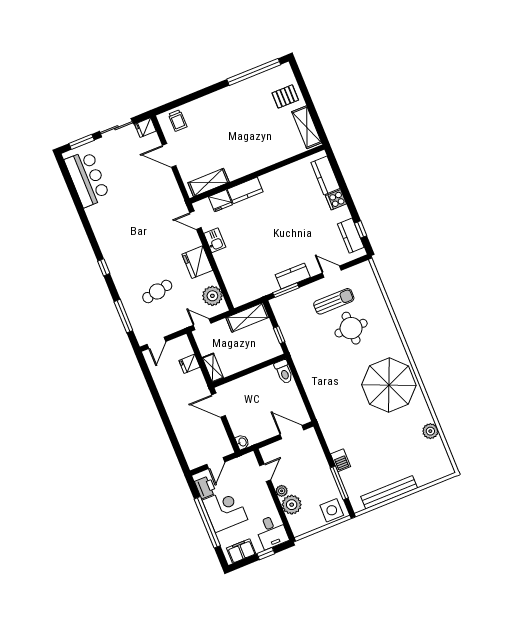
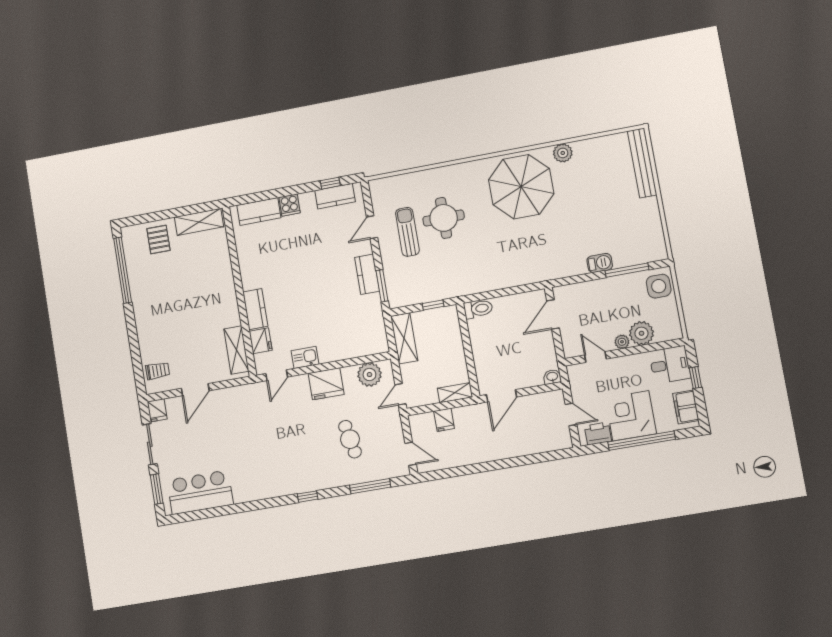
plant: (430, 431) -> (563, 153), moved
bench: (389, 492) -> (642, 163), moved

